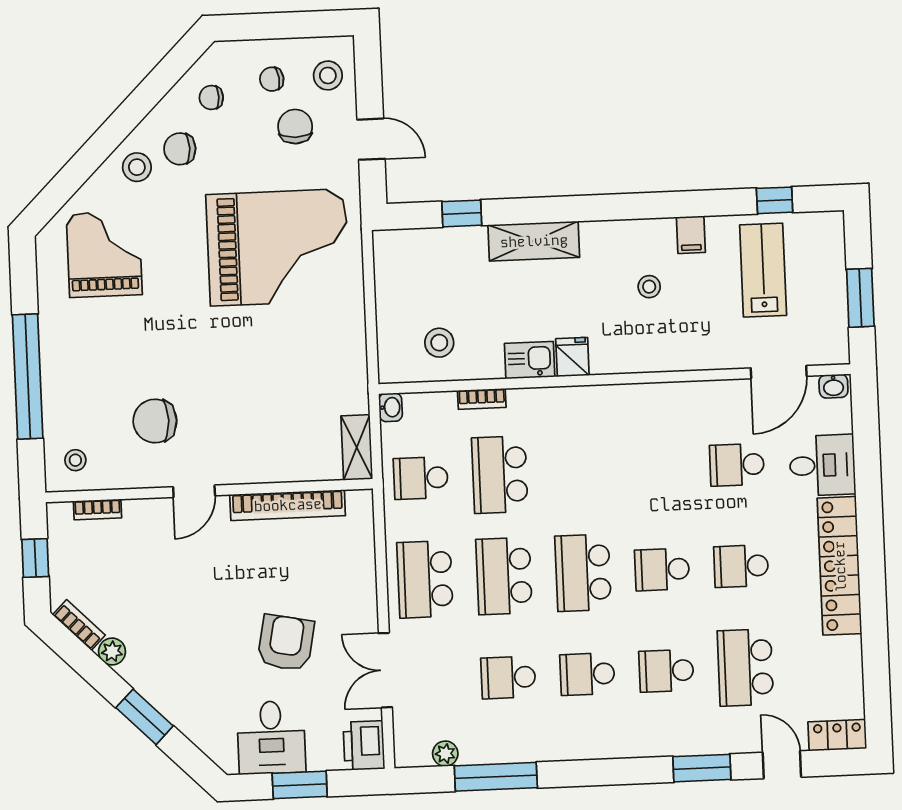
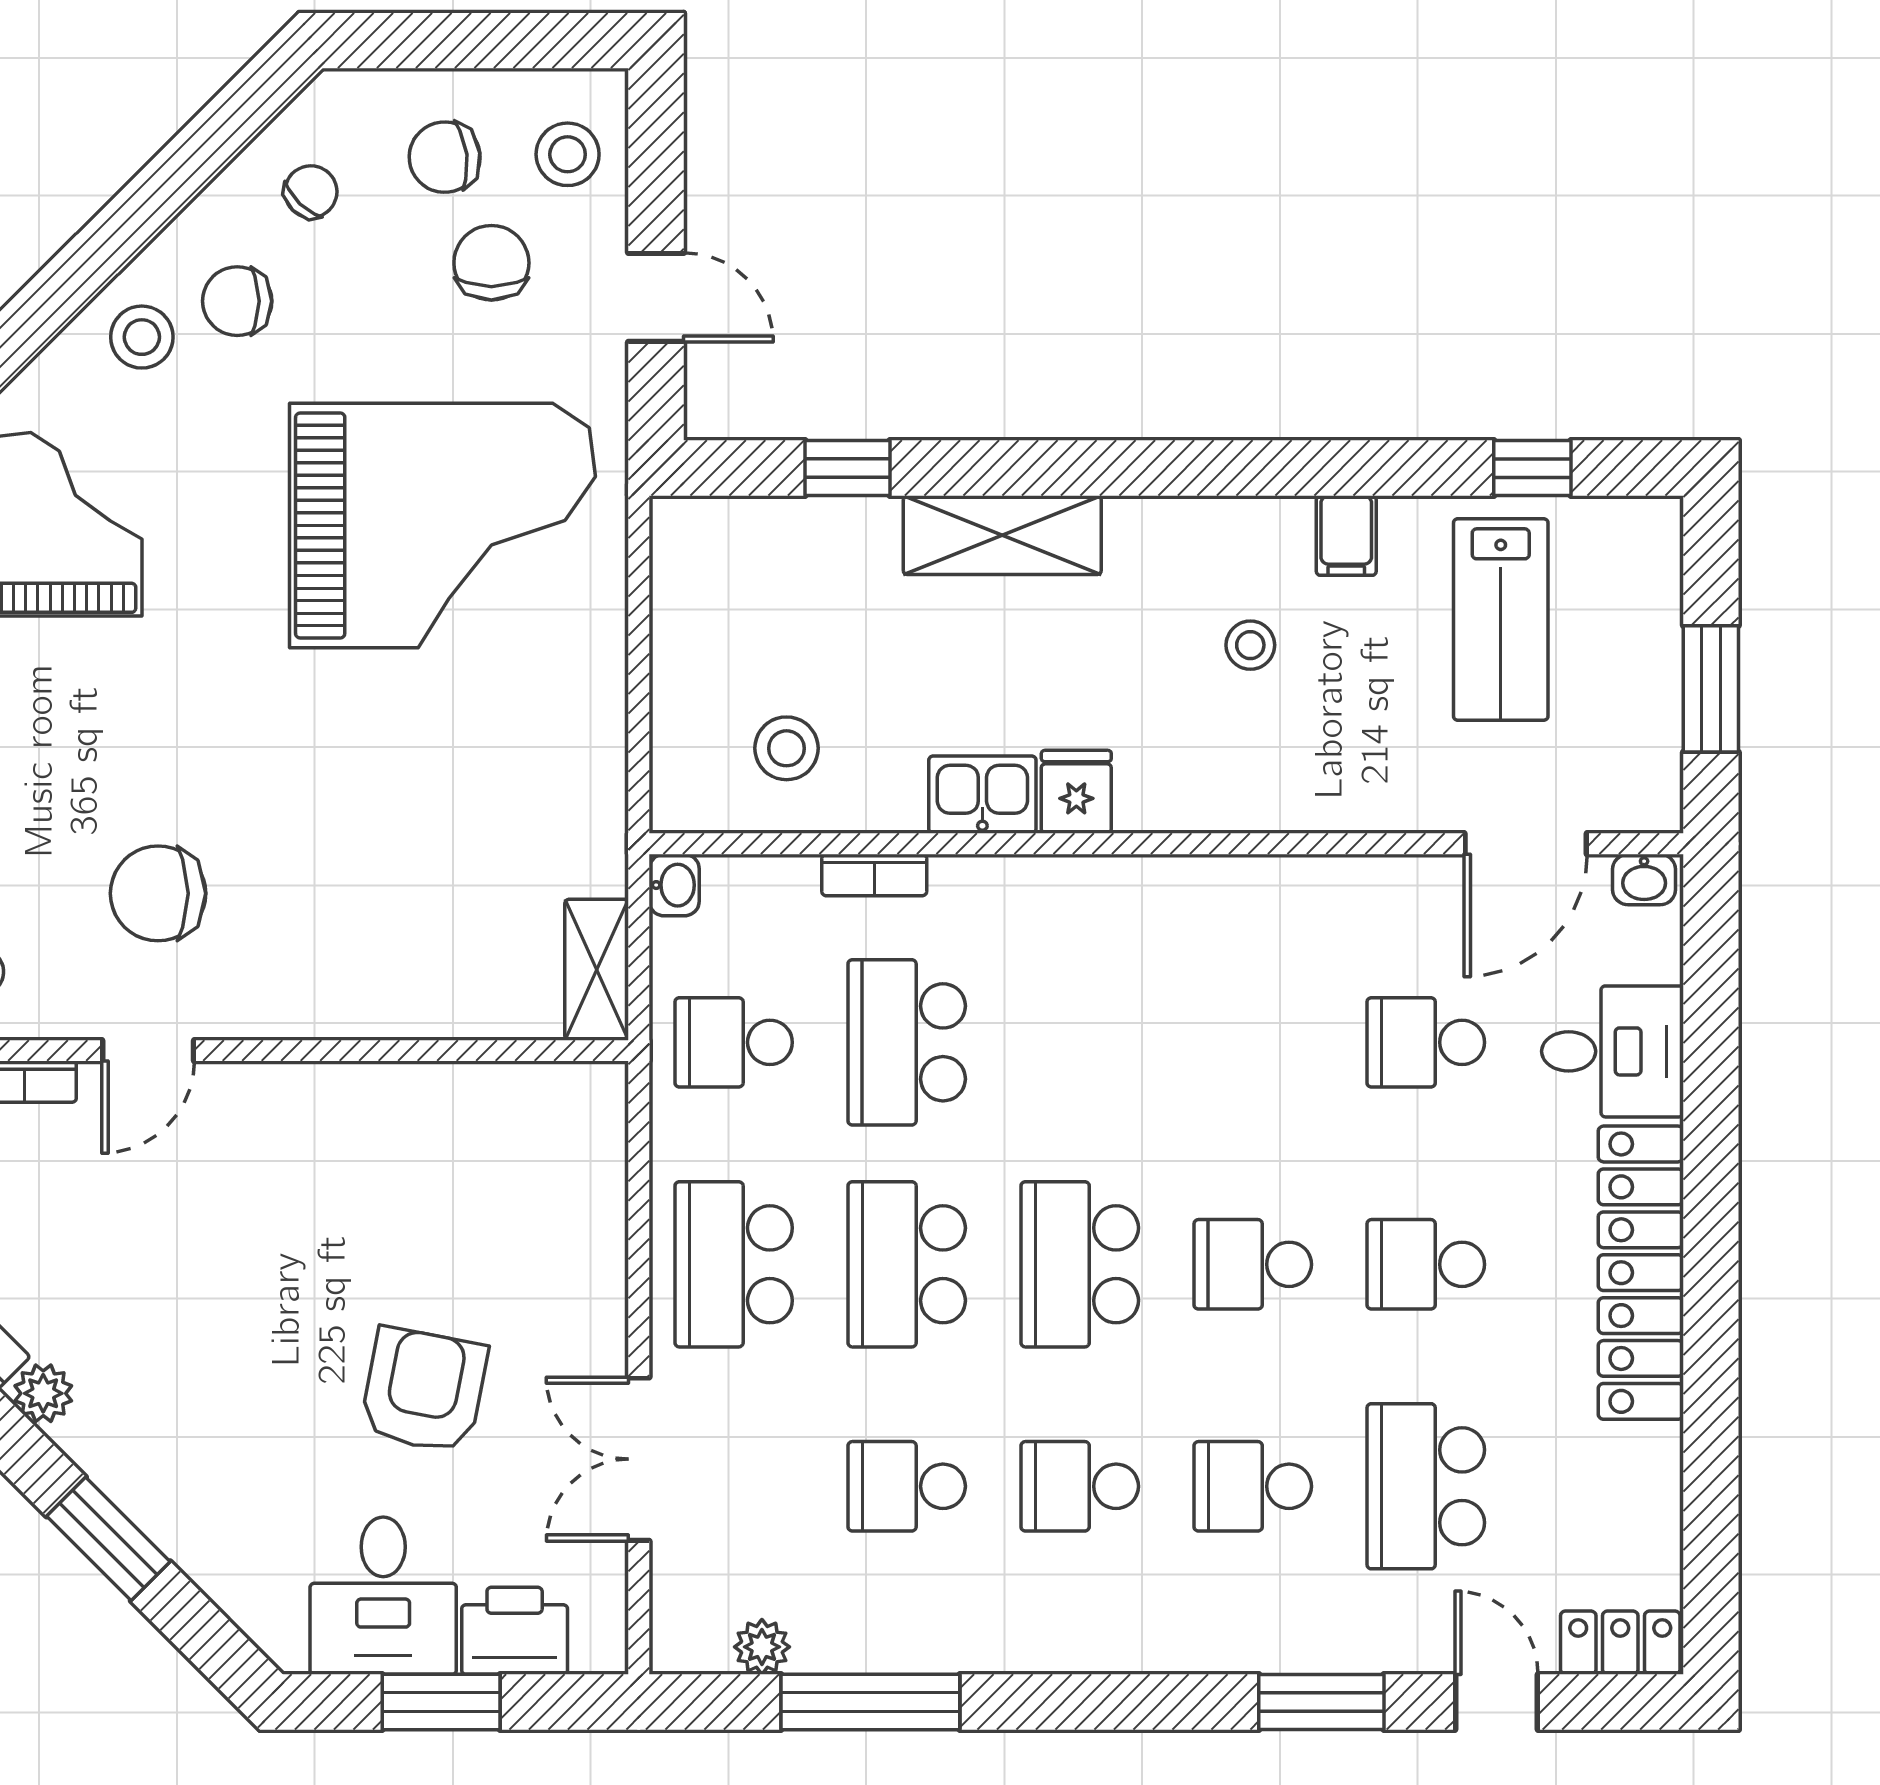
chair: (272, 79) -> (445, 157), width x1.37, depth x1.37
chair: (211, 97) -> (311, 192), turned 134
lab bench: (763, 270) -> (1501, 620), turned 180
door: (194, 491) -> (148, 1051), moved
bookcase: (288, 505) -> (440, 1089), removed
printer: (364, 745) -> (515, 1631), moved, turned 90

